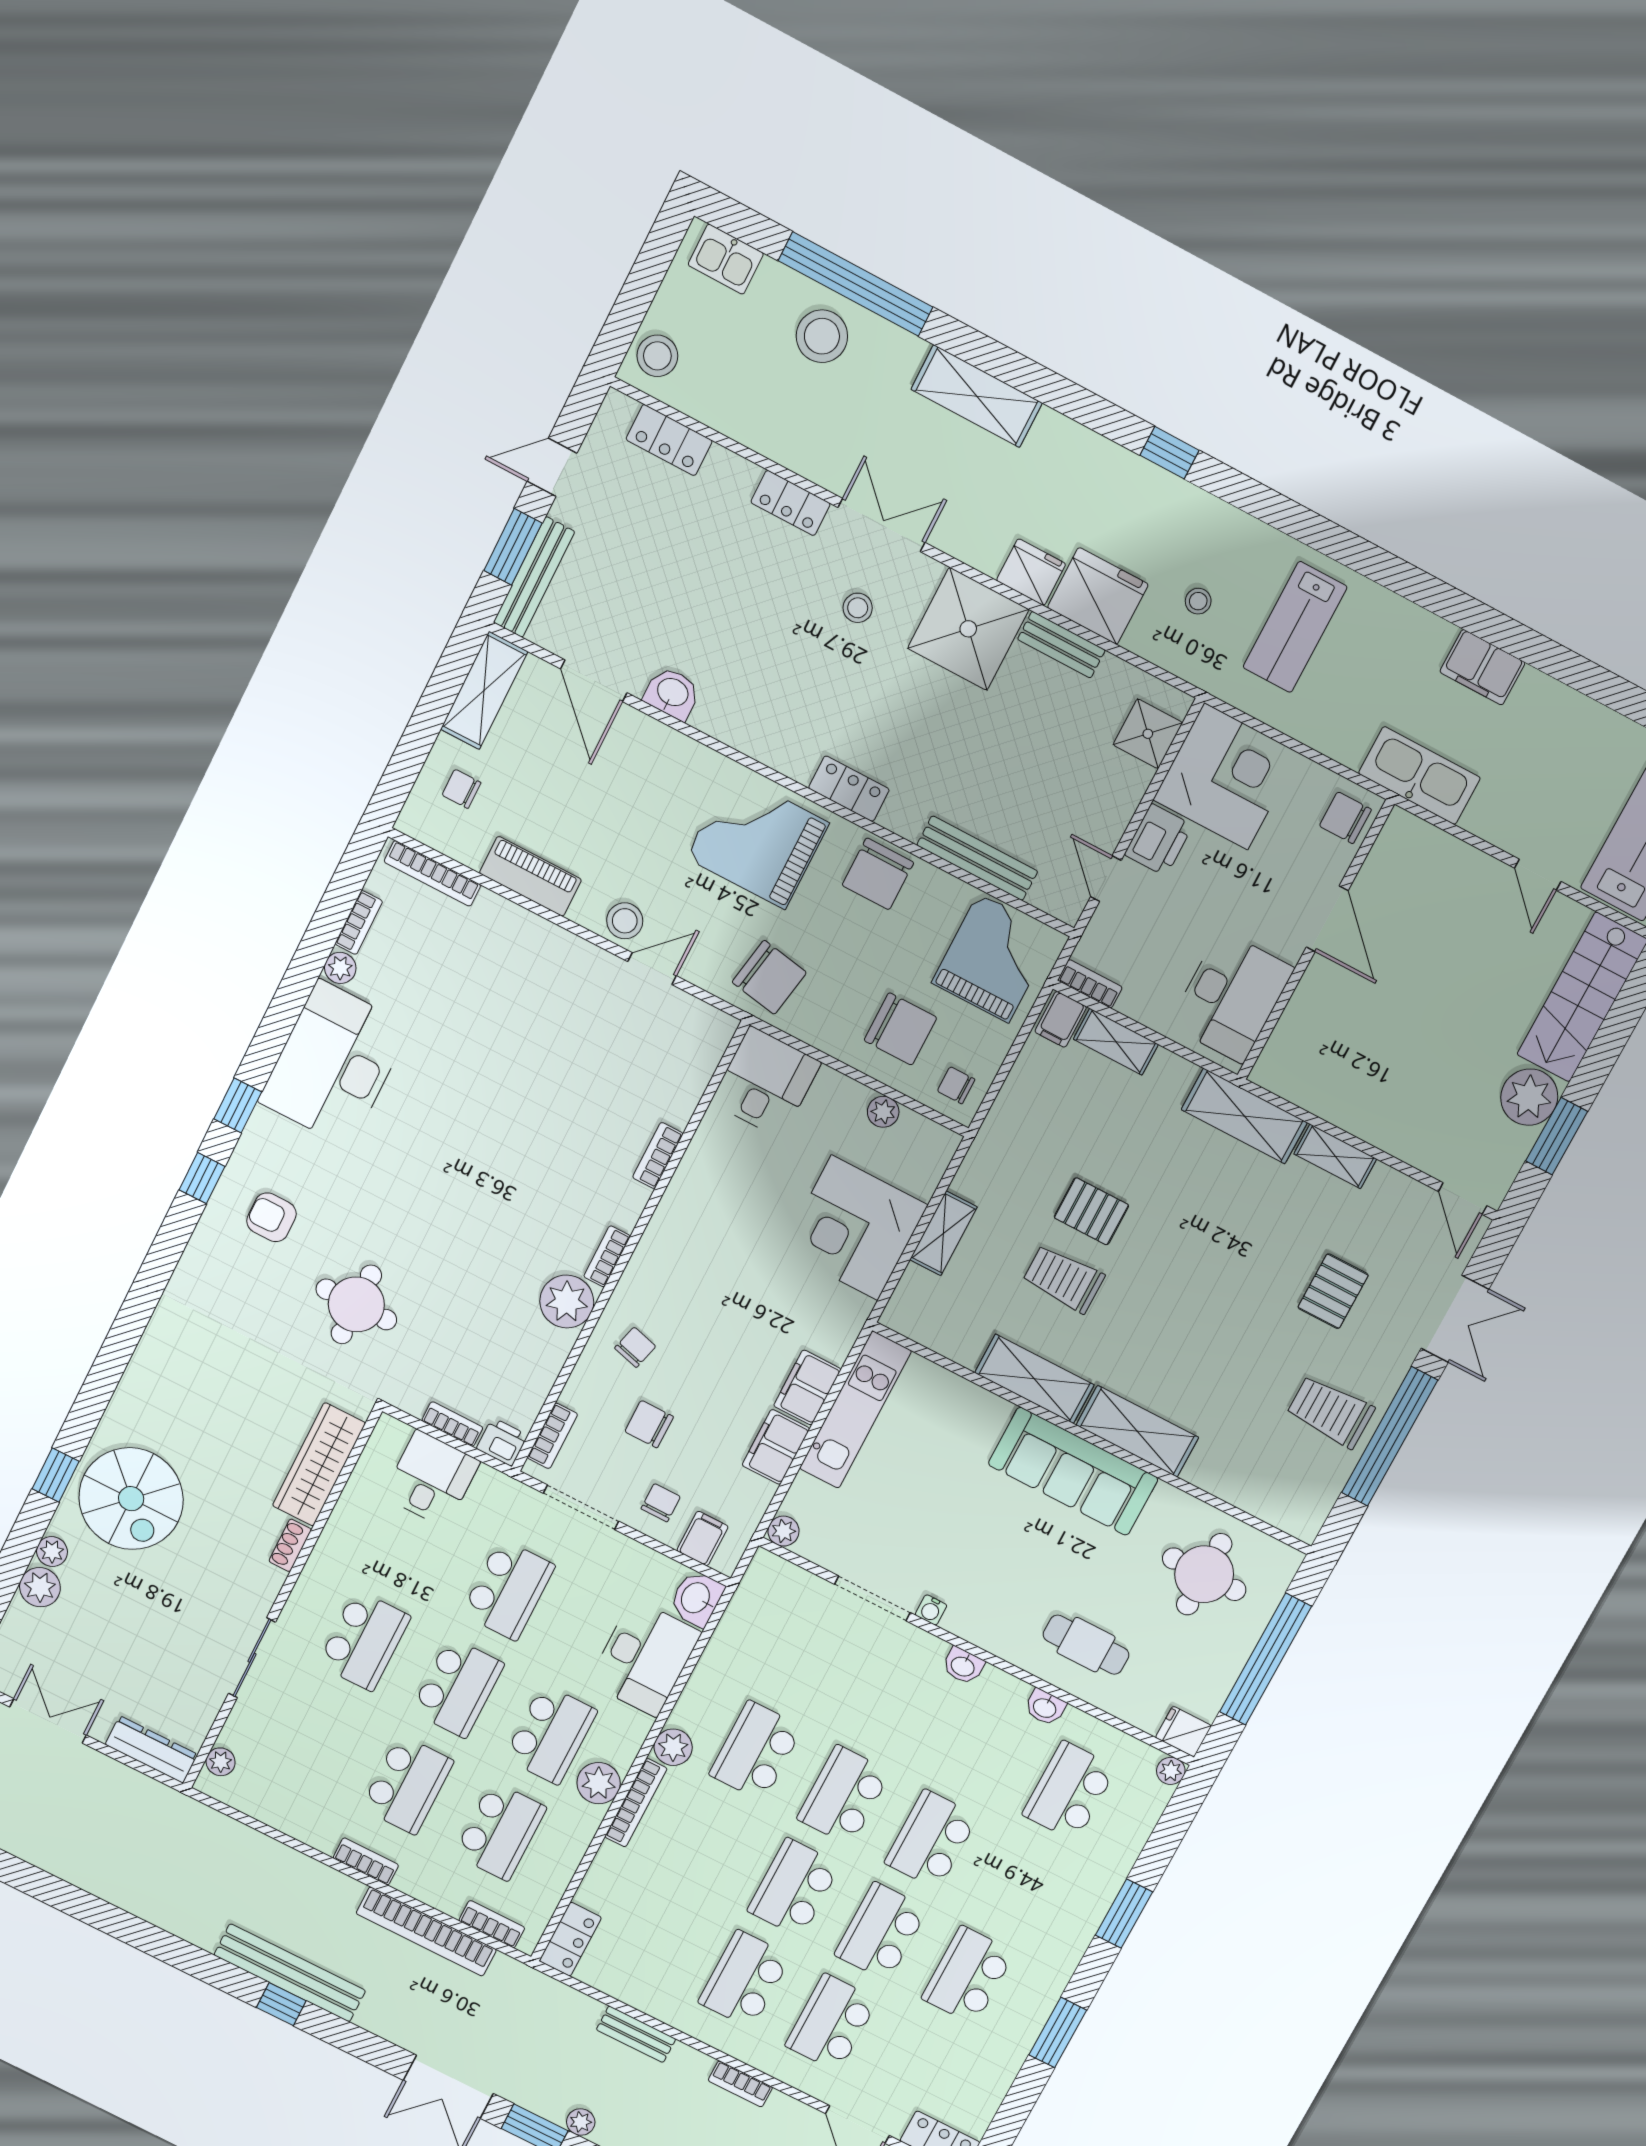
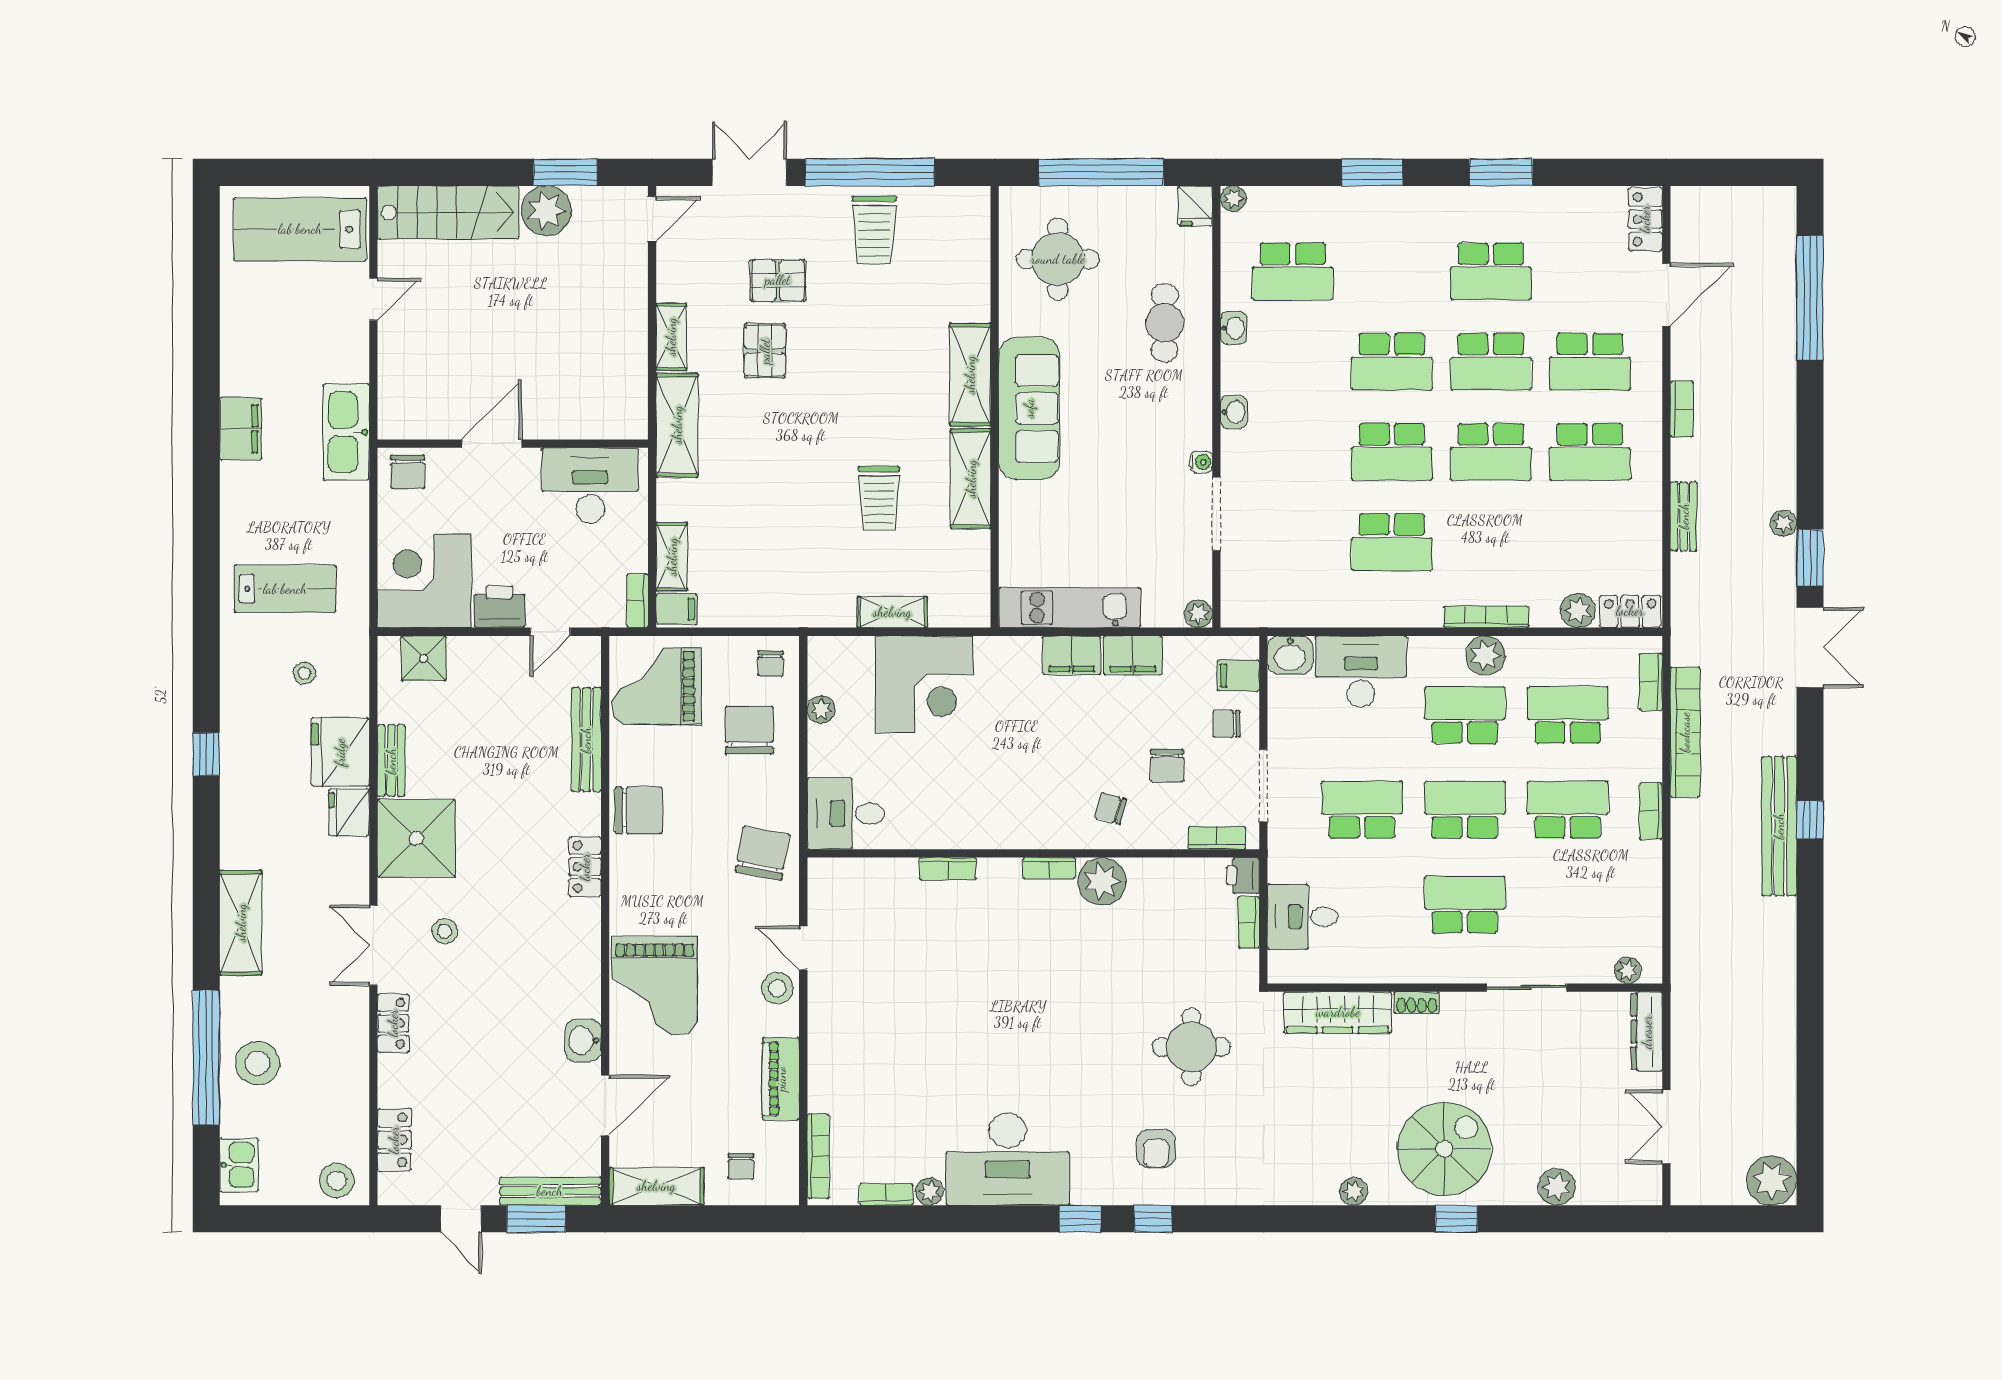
grand piano: (757, 840) -> (655, 986), moved
pallet: (1091, 1211) -> (765, 351), moved
plant: (52, 1552) -> (1354, 1191), moved
plant: (673, 1747) -> (1578, 610), moved

